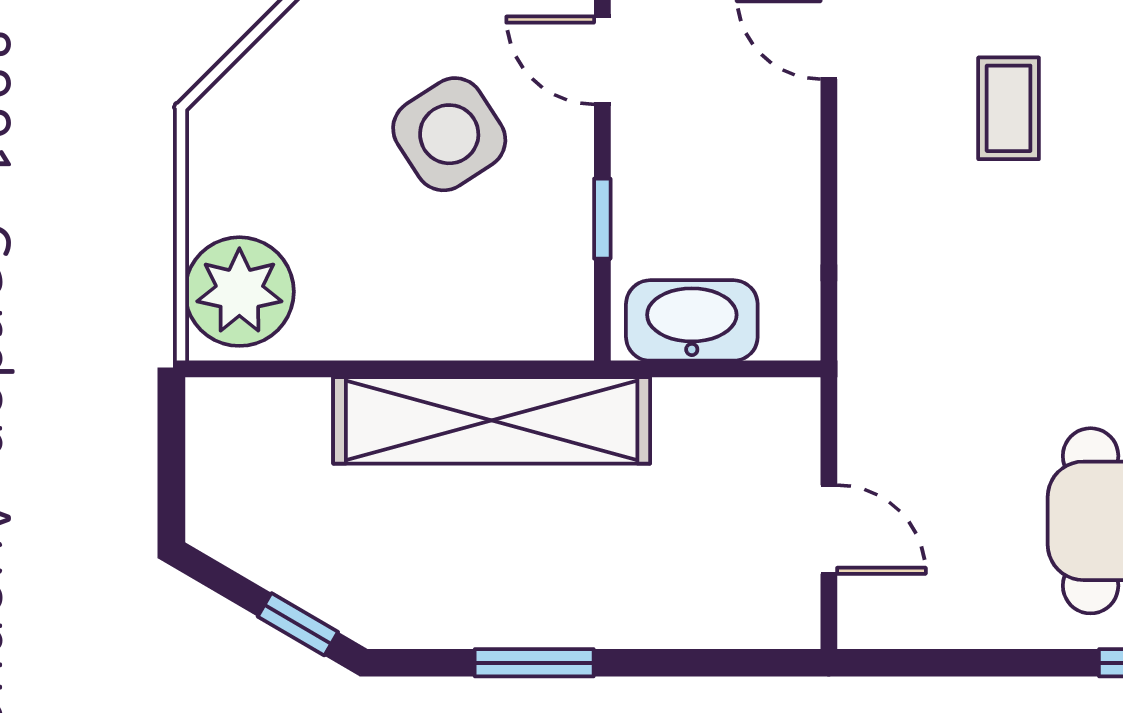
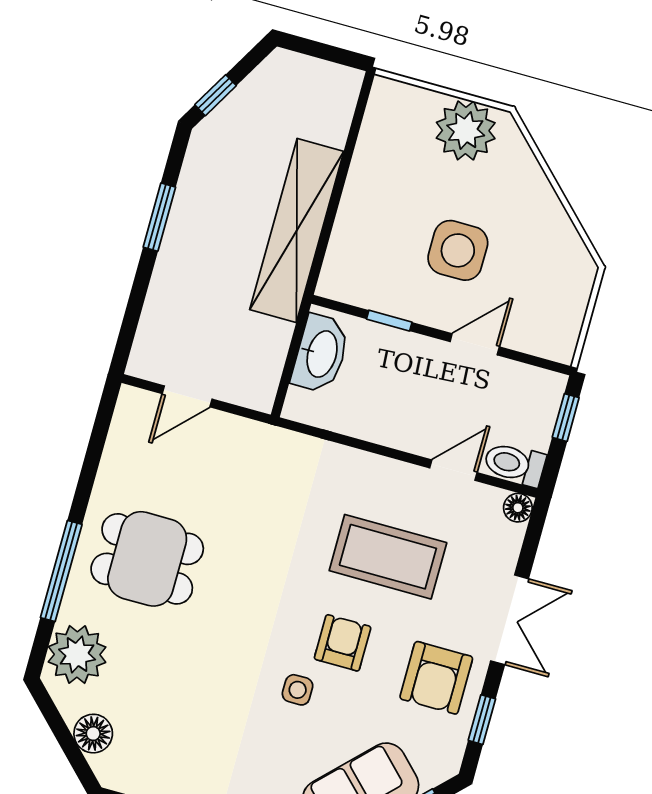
coffee table: (1009, 108) -> (388, 557), width x1.86, depth x1.72
side table: (449, 134) -> (458, 250), turned 33
plant: (239, 292) -> (466, 130), moved

